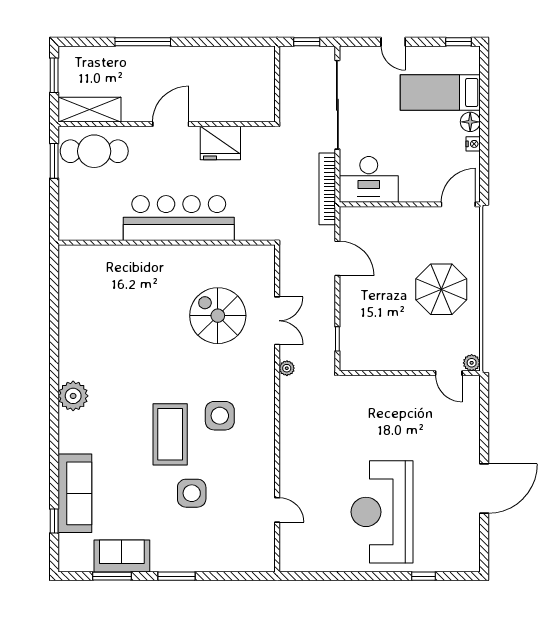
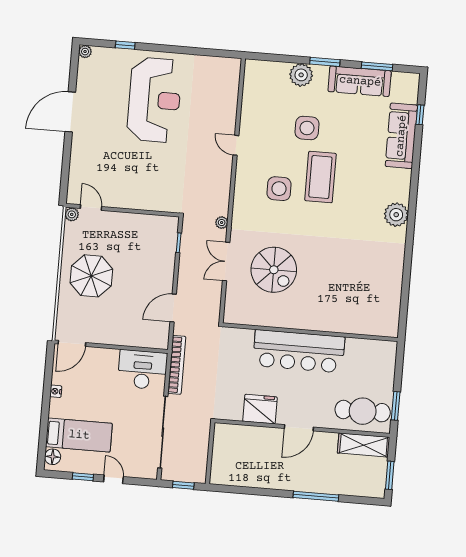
window: (459, 42) -> (83, 477), moved
floor lamp: (470, 122) -> (53, 457), moved
door: (337, 258) -> (173, 308), hinge flipped
door: (277, 510) -> (236, 145), moved
sofa: (122, 556) -> (360, 81), width x1.36
plant: (204, 558) -> (301, 75), added
plant: (472, 564) -> (85, 52), added

